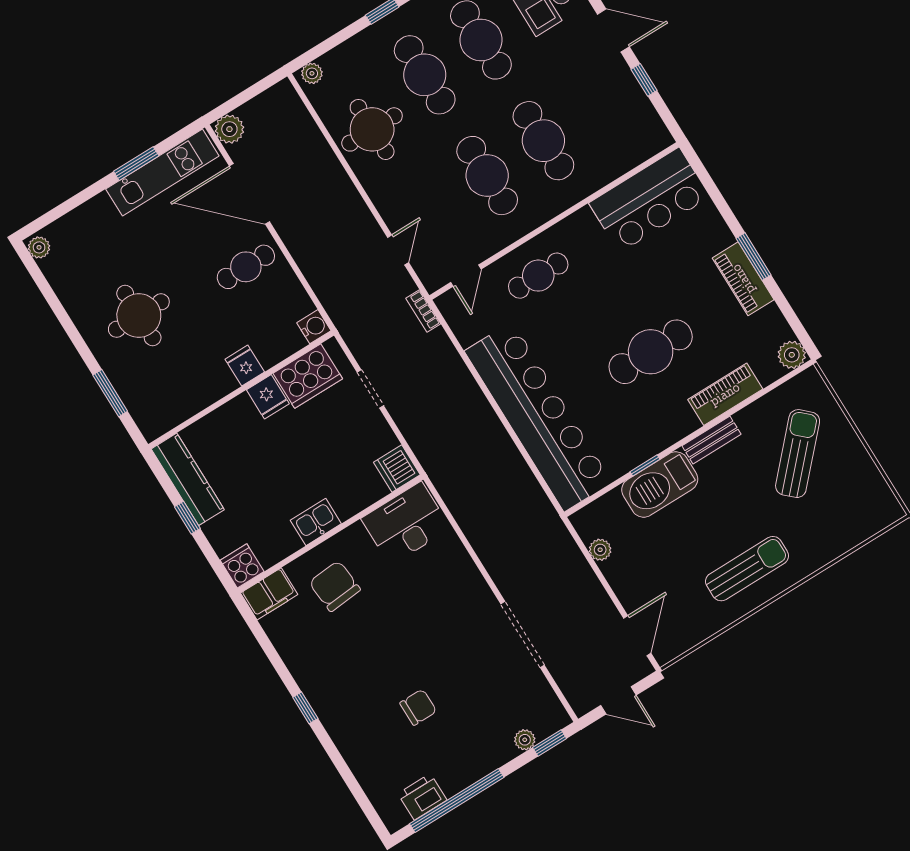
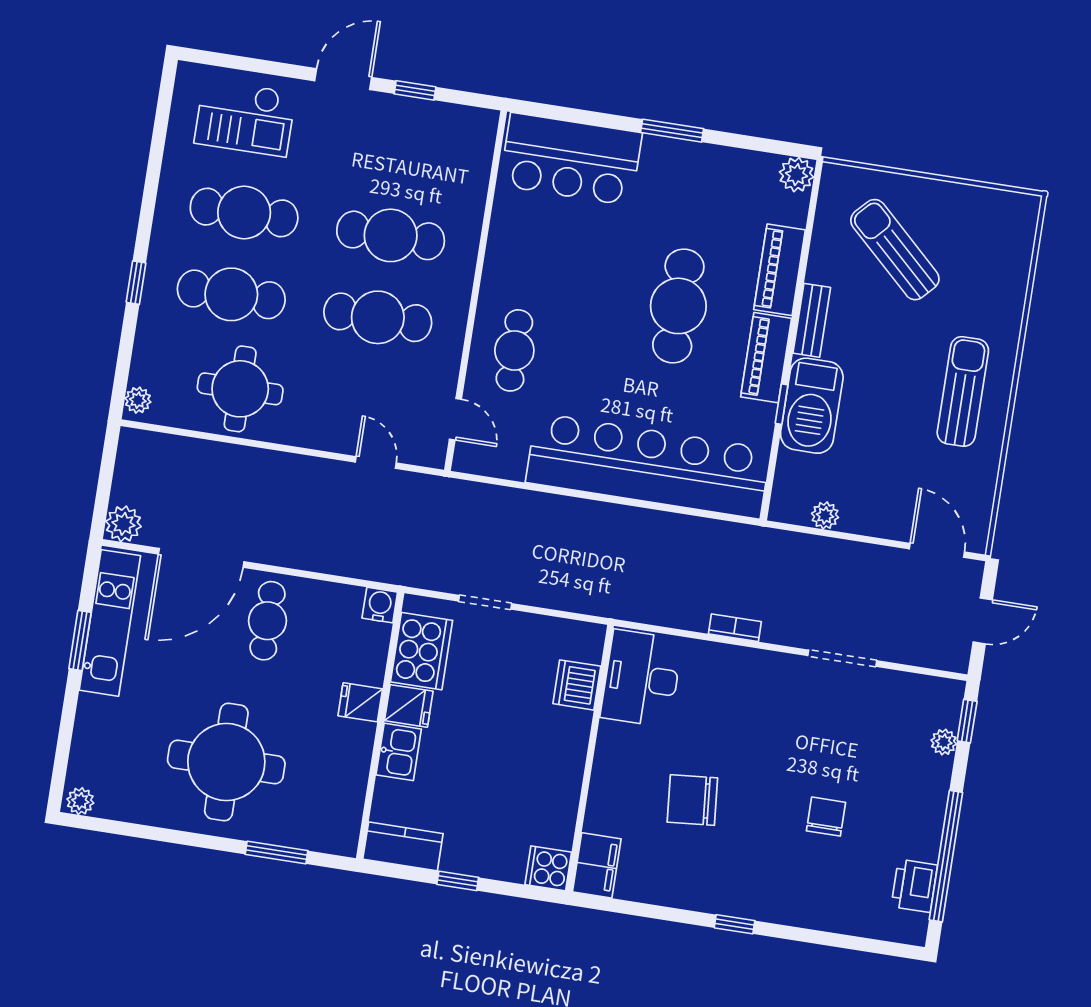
bar counter: (649, 200) -> (571, 159), moved, turned 90
piano: (743, 279) -> (766, 358), moved, turned 90
bookcase: (423, 311) -> (735, 628), moved, turned 180
round table: (139, 316) -> (226, 762), width x1.36, depth x1.36
dishwasher: (397, 468) -> (577, 685), moved, turned 90
kitchen counter: (188, 479) -> (403, 846), width x0.67
kitchen sink: (316, 522) -> (399, 752), moved, turned 180
chair: (335, 586) -> (692, 800), moved
doorway: (523, 635) -> (842, 658), width x0.73

